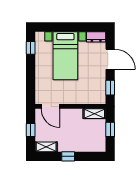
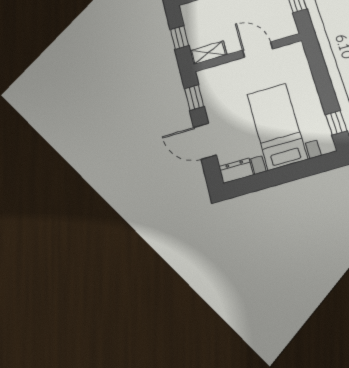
door: (50, 106) -> (258, 50), moved

